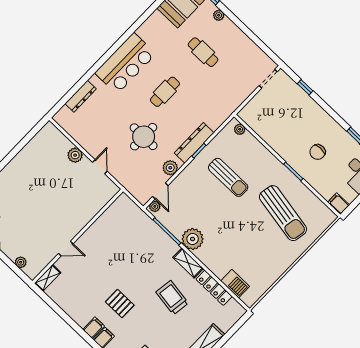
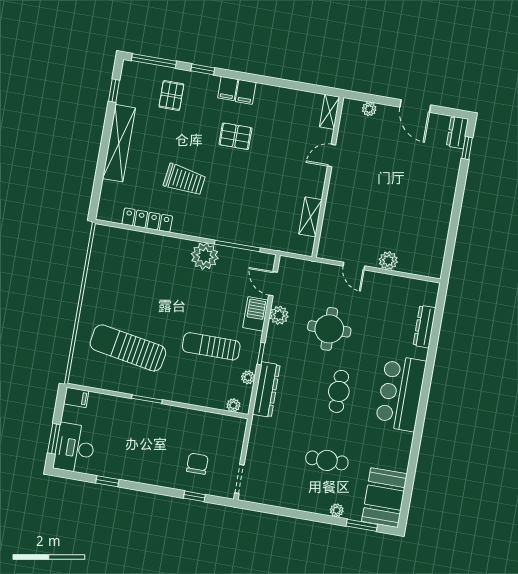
dresser: (194, 143) -> (266, 390), moved
chair: (318, 152) -> (197, 464), moved
plant: (155, 206) -> (248, 377), moved
shelving: (188, 263) -> (310, 217), moved, turned 90
barbecue: (235, 284) -> (256, 314), moved, turned 90

